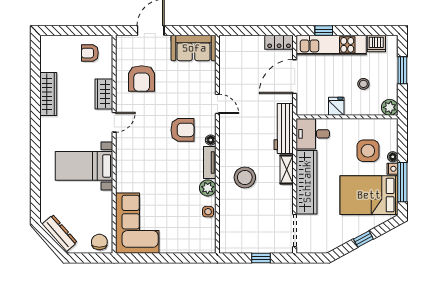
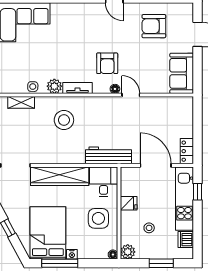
door: (217, 104) -> (131, 95), swing flipped
floor lamp: (211, 140) -> (115, 89), moved
side table: (368, 151) -> (98, 218), moved
floor lamp: (393, 157) -> (113, 255), moved
shelving: (287, 170) -> (21, 102), moved

